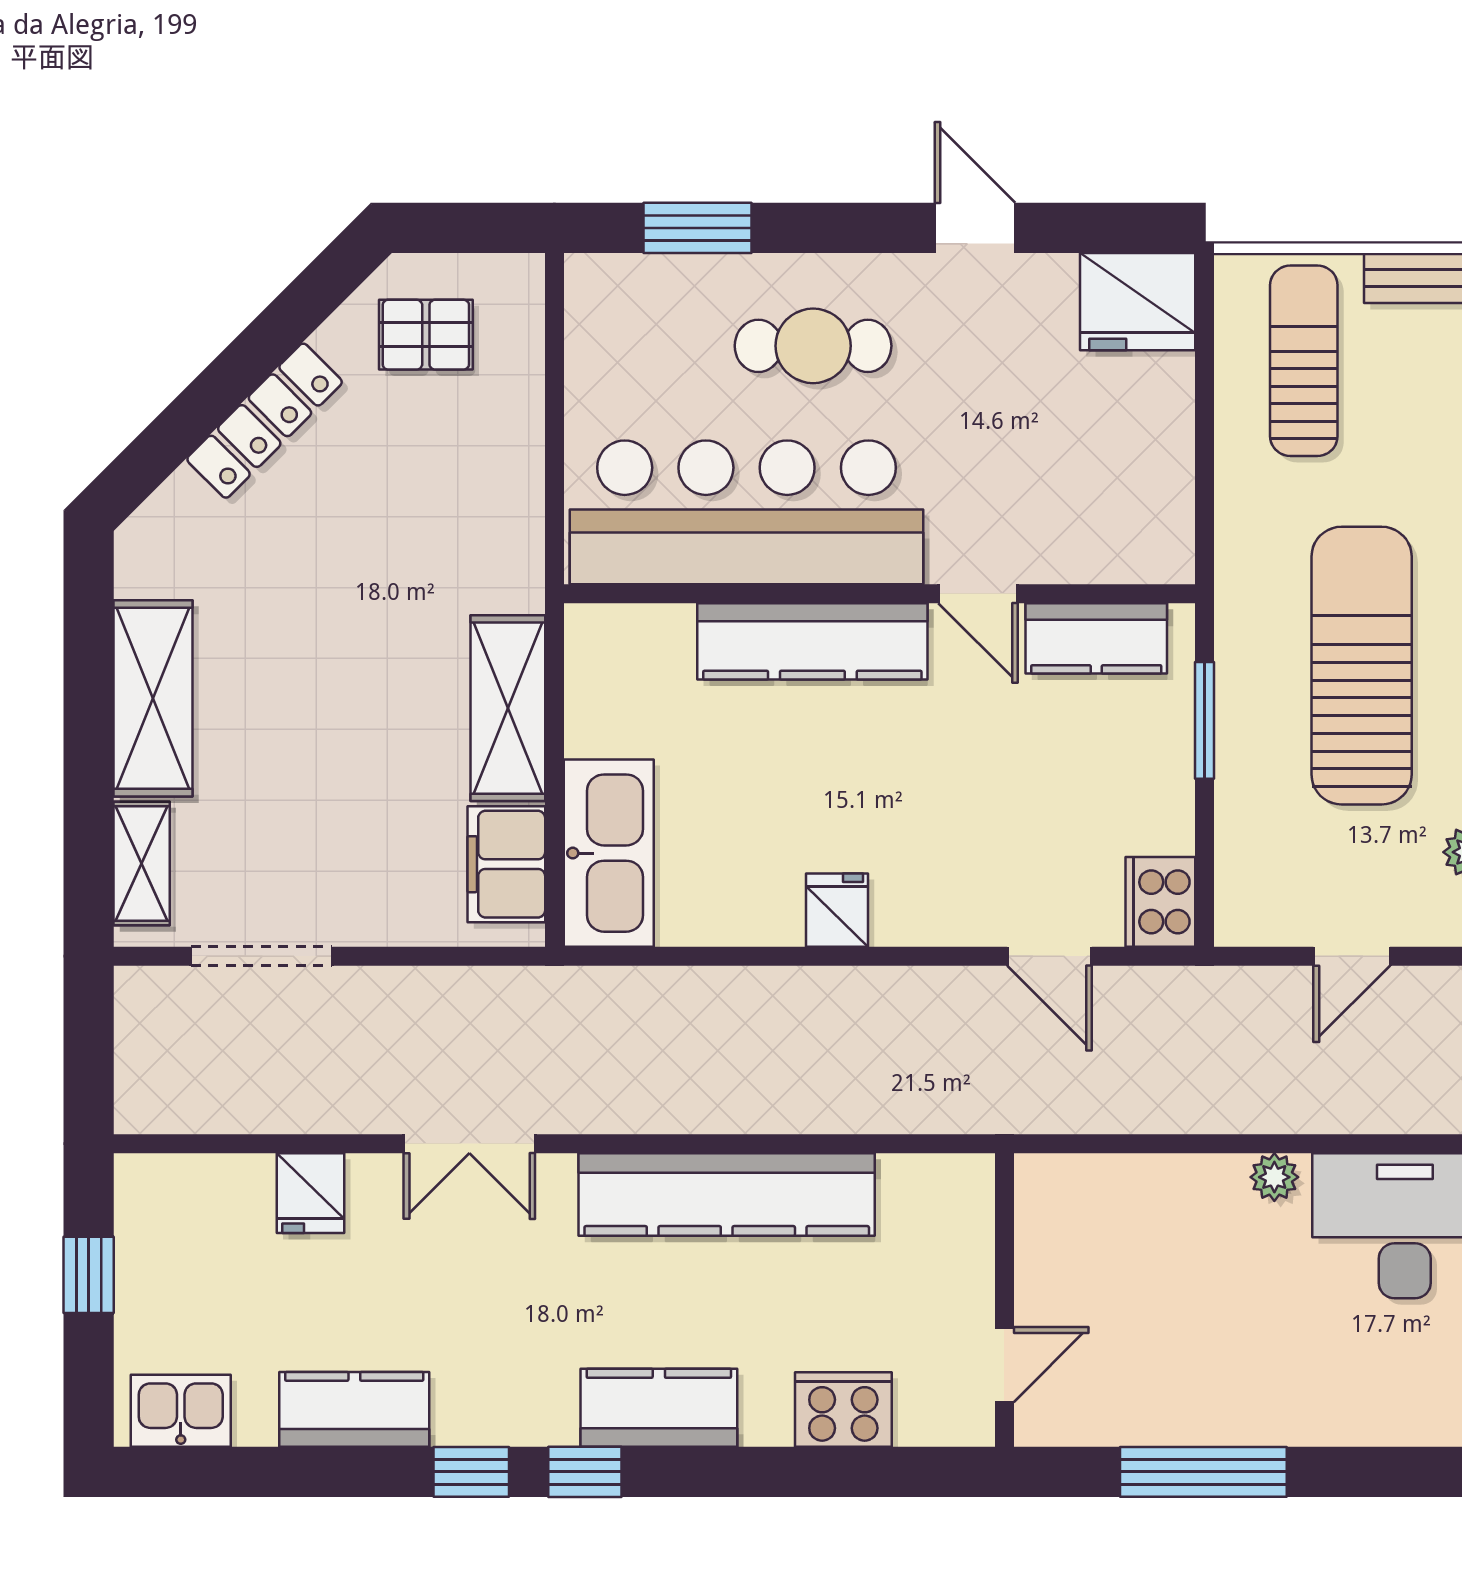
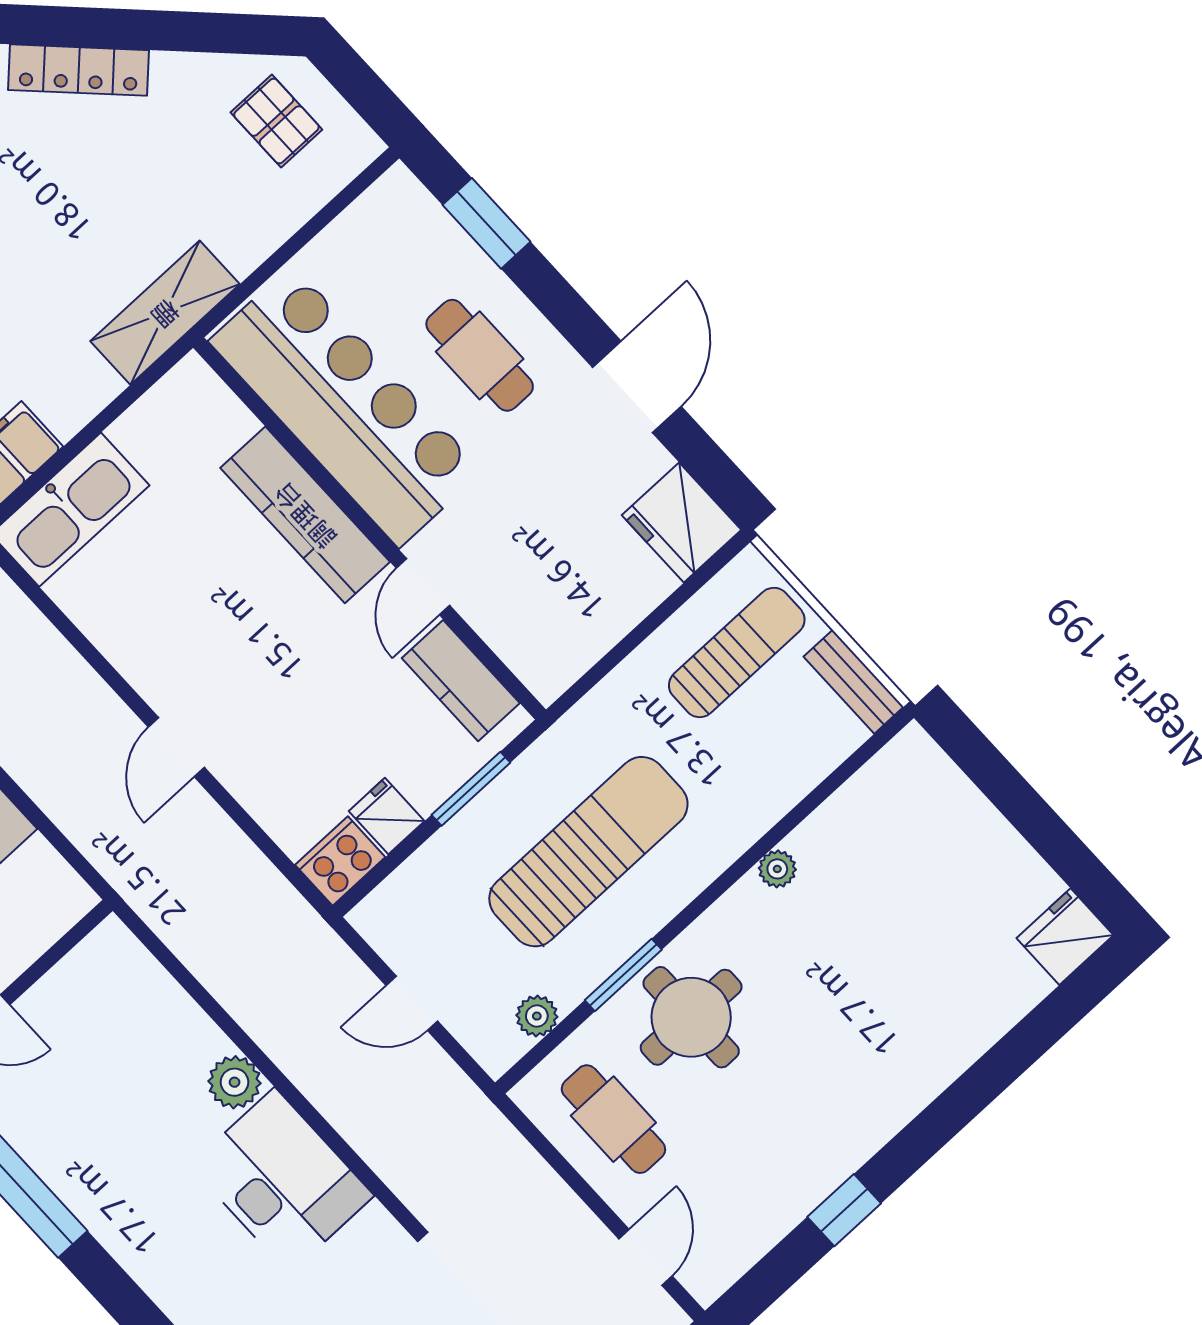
door: (975, 228) -> (637, 387), width x1.38
locker: (265, 421) -> (79, 70), moved
shelving: (508, 708) -> (165, 313), moved
fridge: (837, 910) -> (387, 816), moved, turned -90
door: (1049, 956) -> (176, 747), moved
plant: (1274, 1177) -> (235, 1082), width x1.38, depth x1.38

